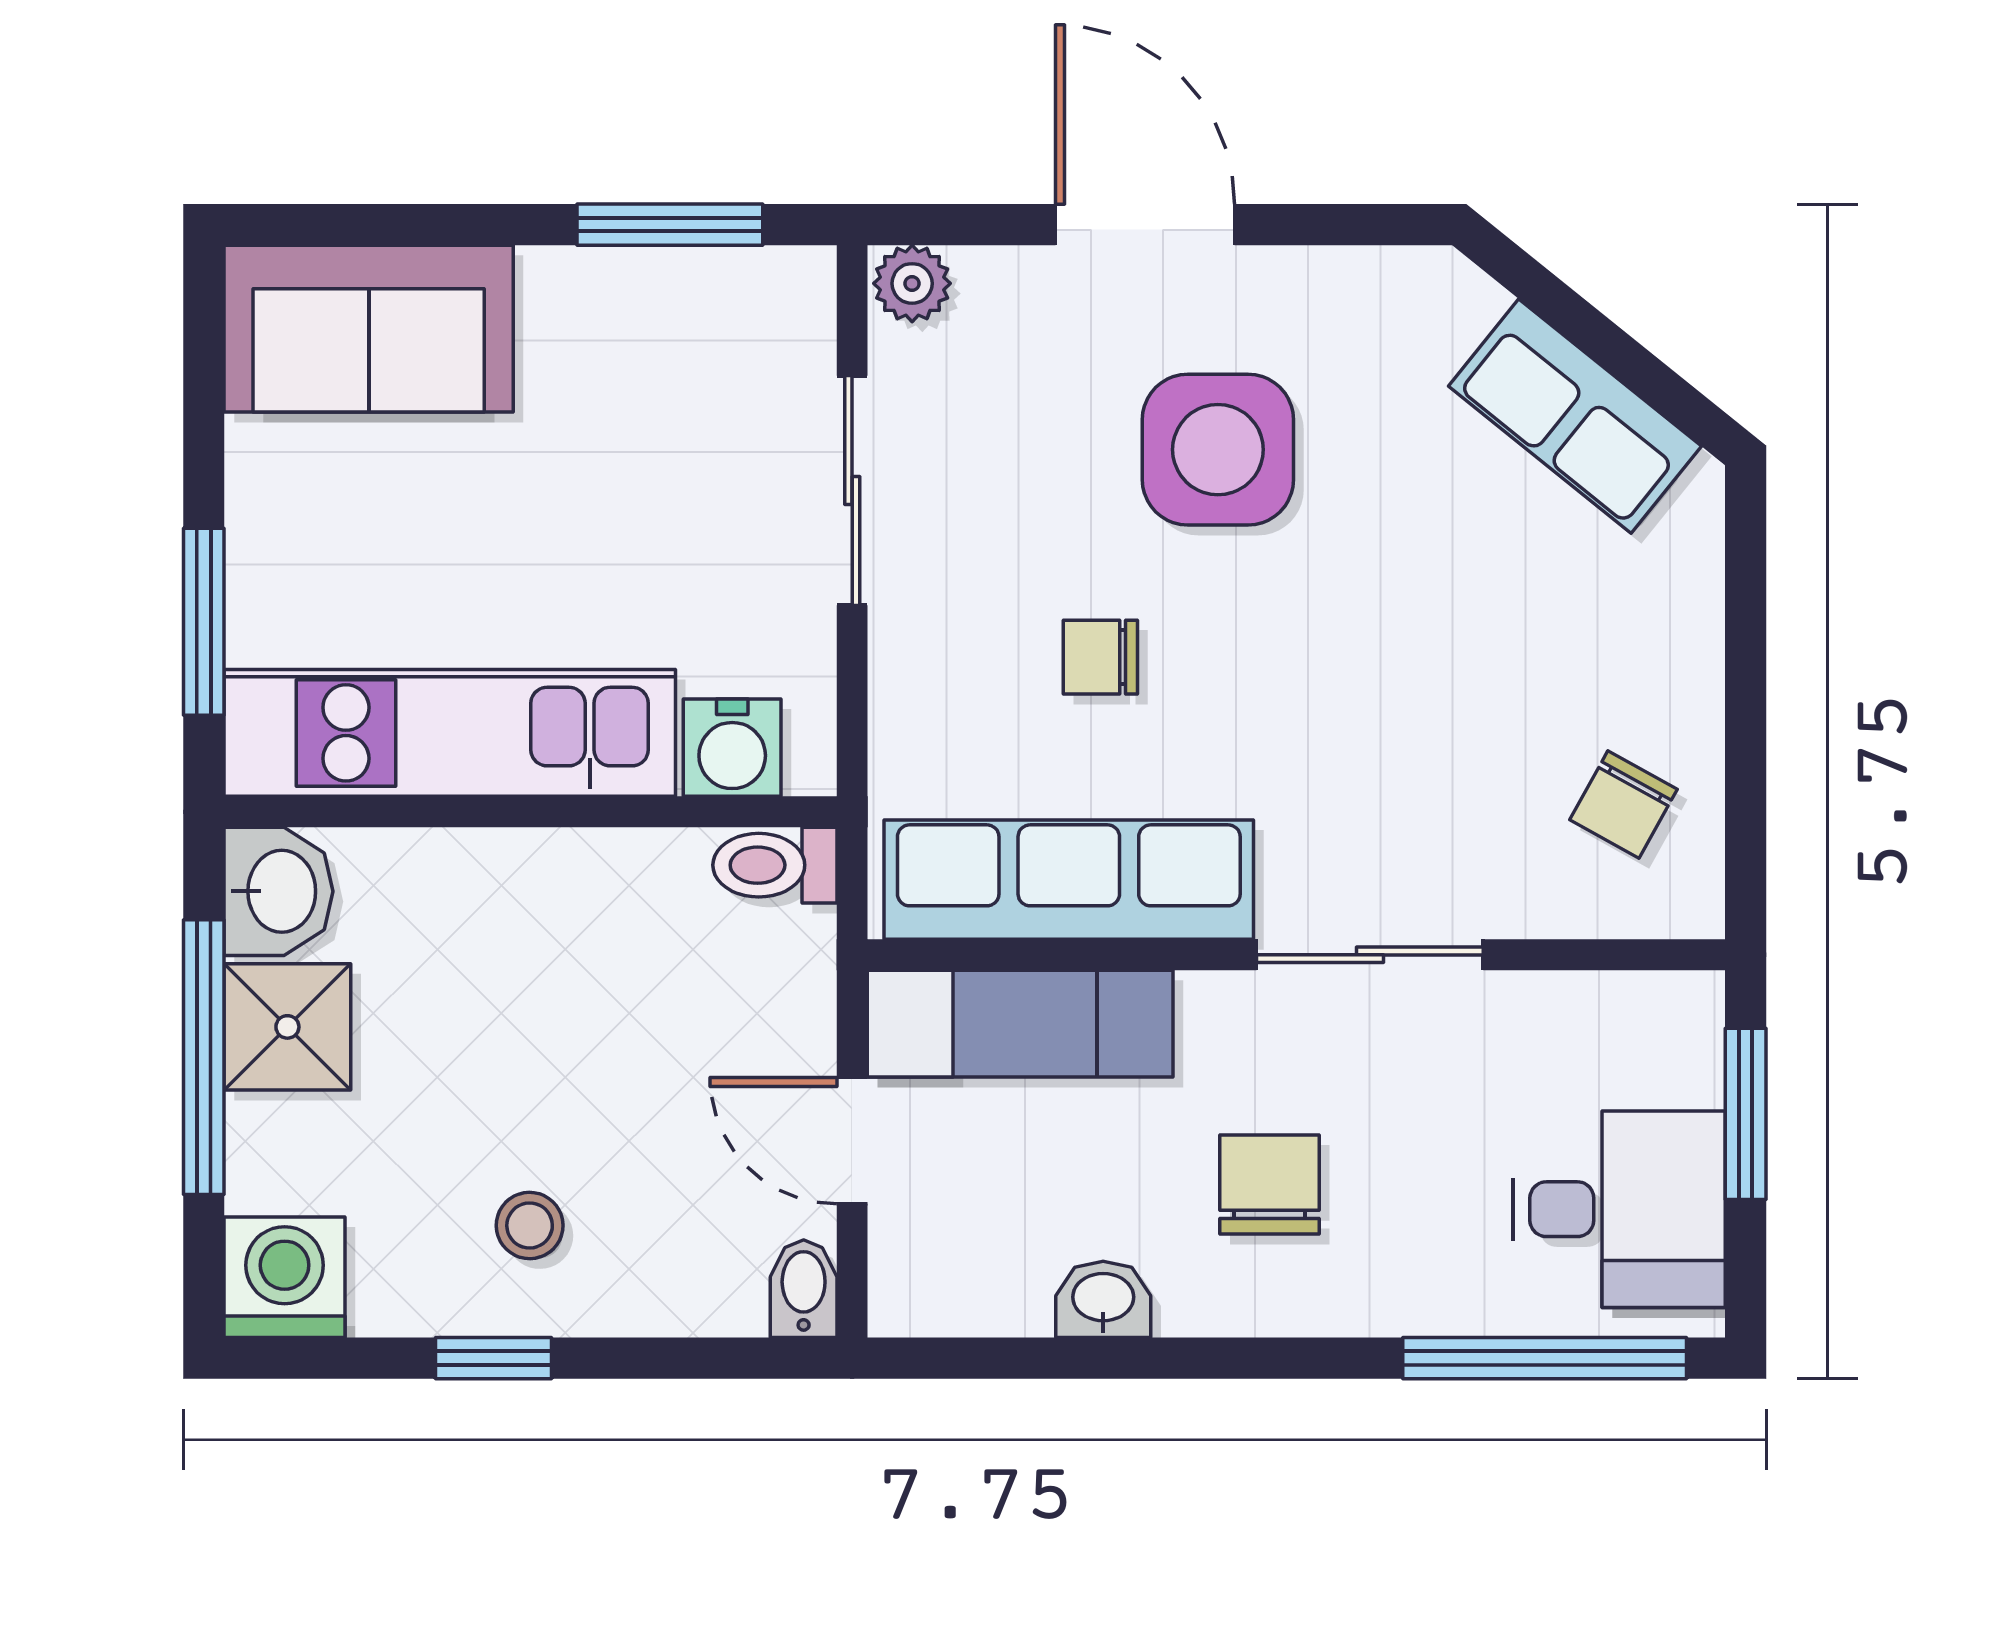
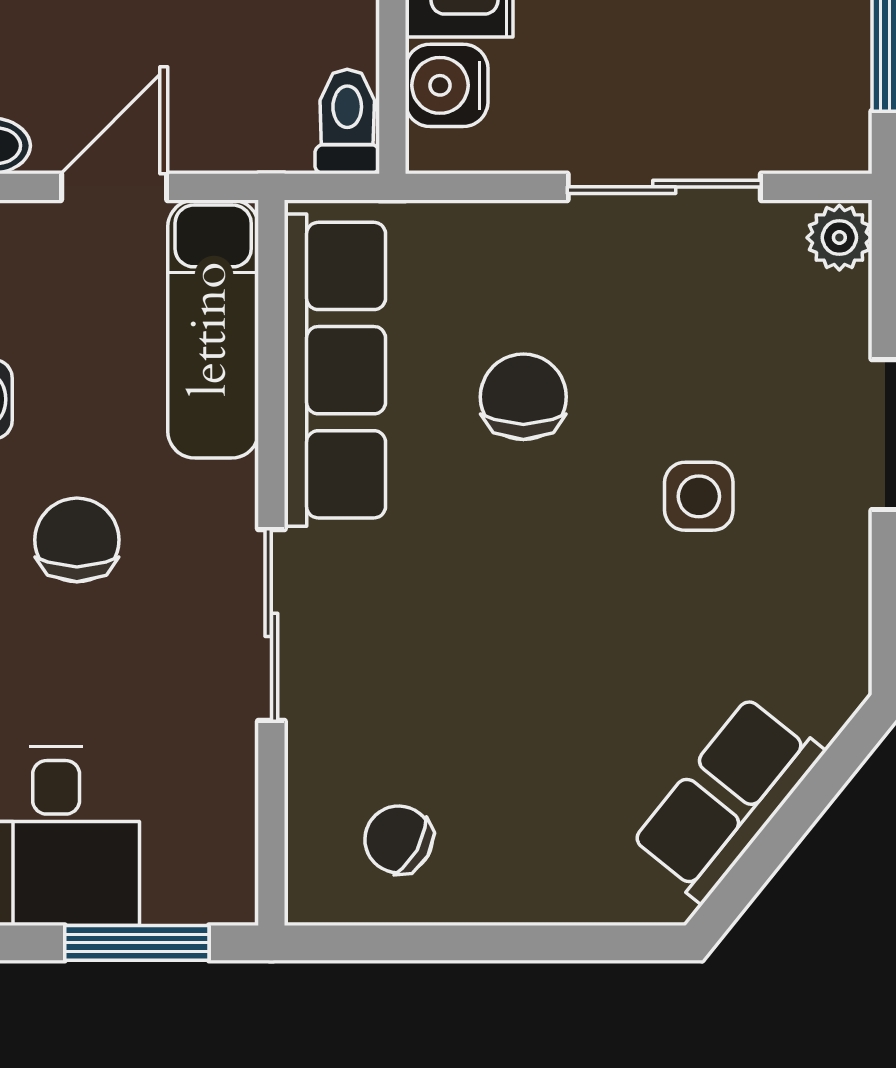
side table: (1218, 450) -> (699, 496), width x0.54, depth x0.54
chair: (1100, 657) -> (523, 397), width x1.37, depth x1.37
chair: (1270, 1185) -> (77, 540), turned -90

